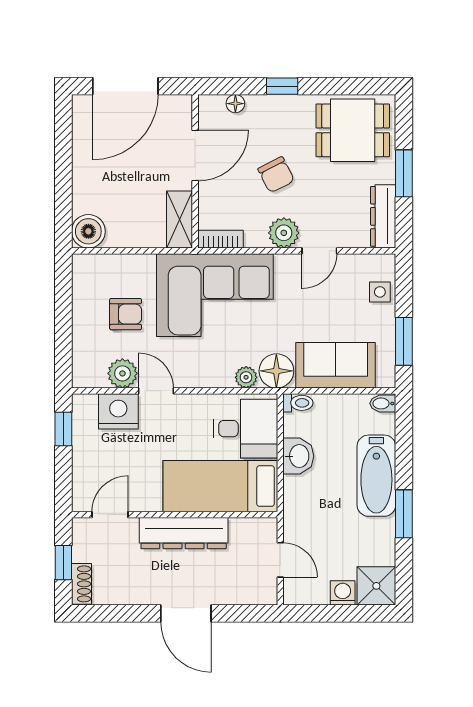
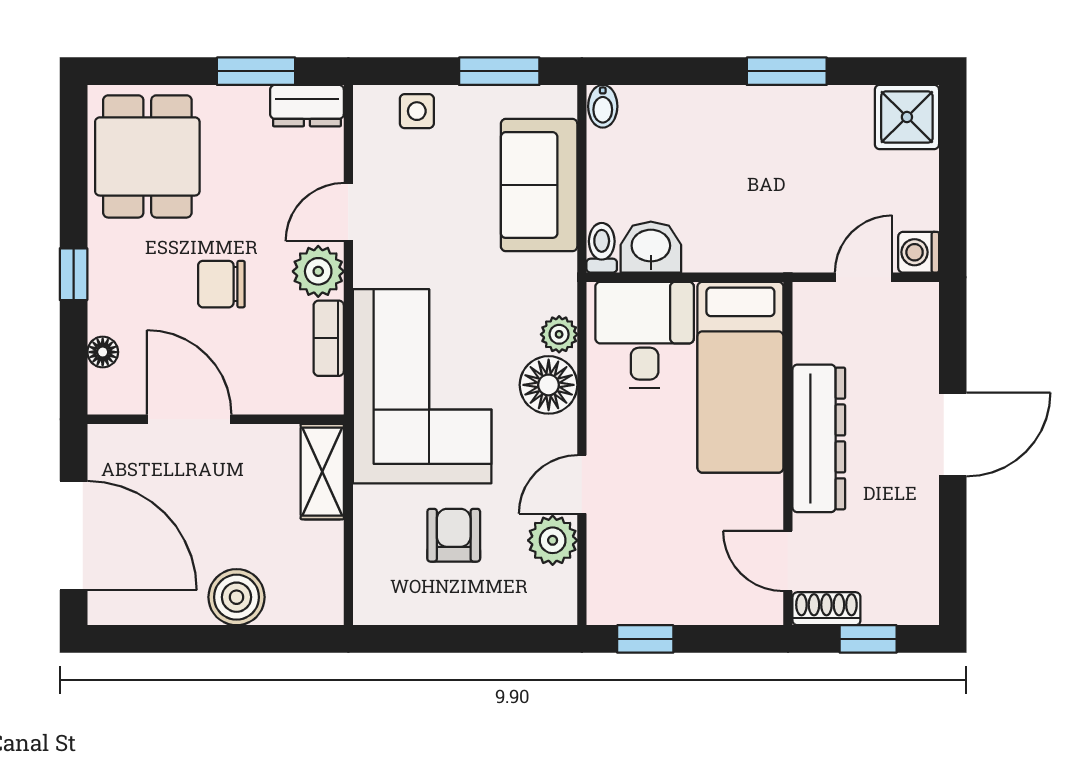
window: (404, 173) -> (256, 71), moved
chair: (276, 175) -> (221, 284), turned -153
dresser: (383, 216) -> (307, 106), width x0.70
shelving: (179, 219) -> (322, 472), moved, turned 90
boiler: (88, 231) -> (237, 597), moved
bookcase: (220, 239) -> (329, 338), moved
door: (319, 251) -> (348, 212), swing flipped
floor lamp: (276, 371) -> (549, 385), moved
nightstand: (118, 411) -> (616, 547), removed
washbasin: (298, 456) -> (651, 247), moved
bathtub: (376, 476) -> (723, 117), removed
shoe rack: (81, 584) -> (826, 609), moved
washing machine: (343, 593) -> (919, 252), moved

